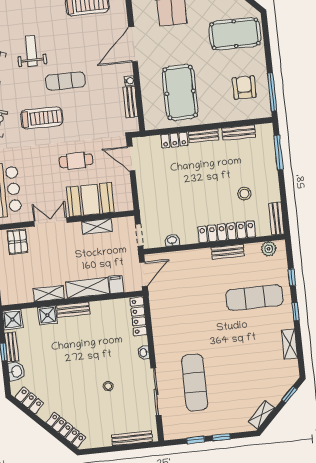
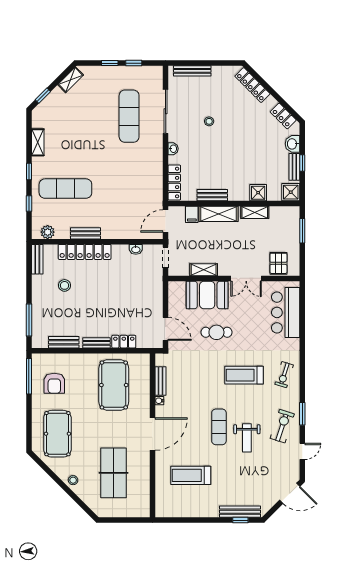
pool table: (235, 34) -> (57, 434), turned 90
exercise mat: (65, 81) -> (219, 427), moved, turned 90
bench: (73, 310) -> (212, 195), moved

